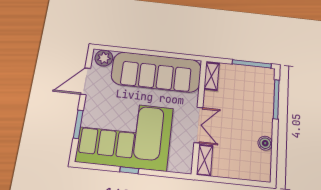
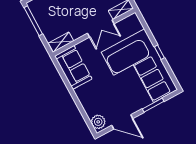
sofa: (156, 72) -> (73, 67), width x0.54, depth x0.79
double door: (198, 125) -> (101, 29), swing flipped

